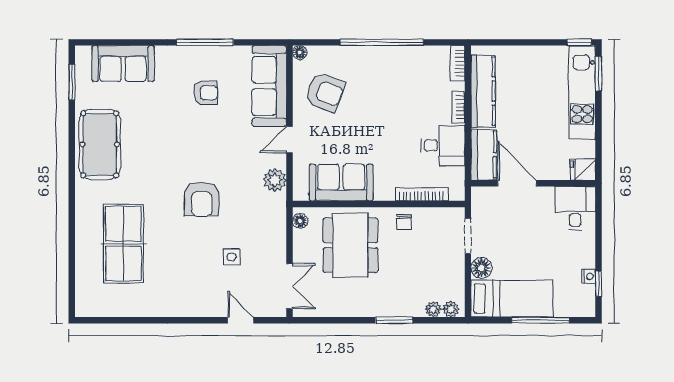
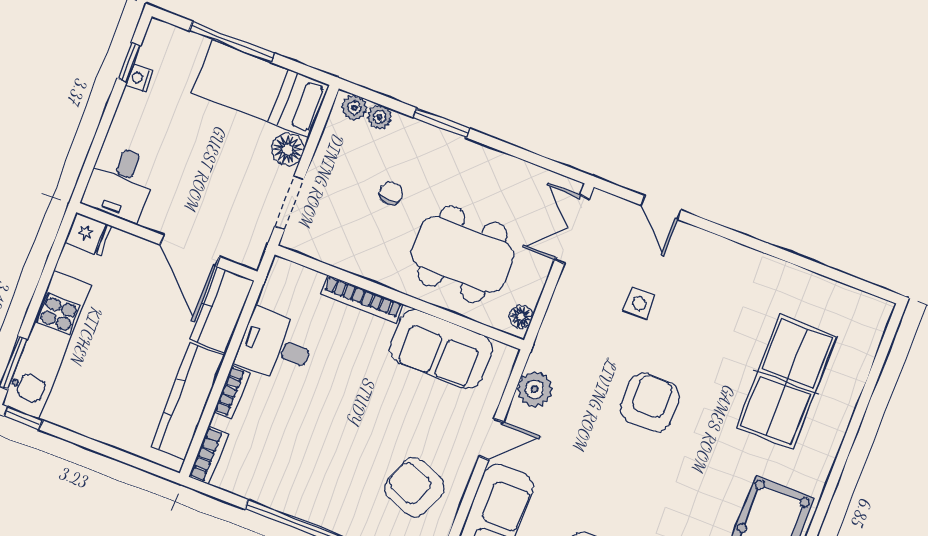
bookcase: (422, 194) -> (362, 299), moved
chair: (404, 222) -> (391, 193), moved
dining table: (350, 245) -> (462, 254), turned 90

